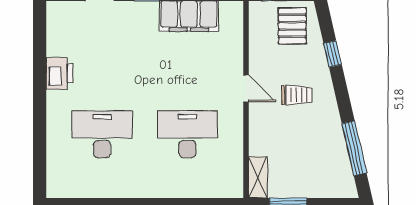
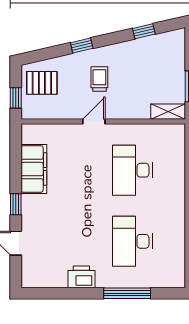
window: (333, 54) -> (82, 45), moved
window: (40, 128) -> (127, 293), added
window: (354, 148) -> (144, 31), width x0.46

